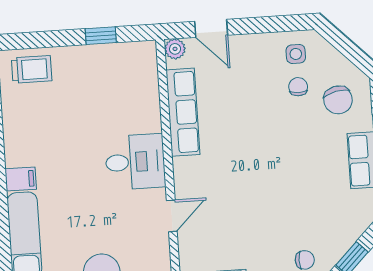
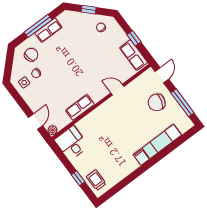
window: (101, 36) -> (78, 178), moved
row of seats: (183, 112) -> (80, 107), width x0.68
desk: (135, 162) -> (72, 143), moved

